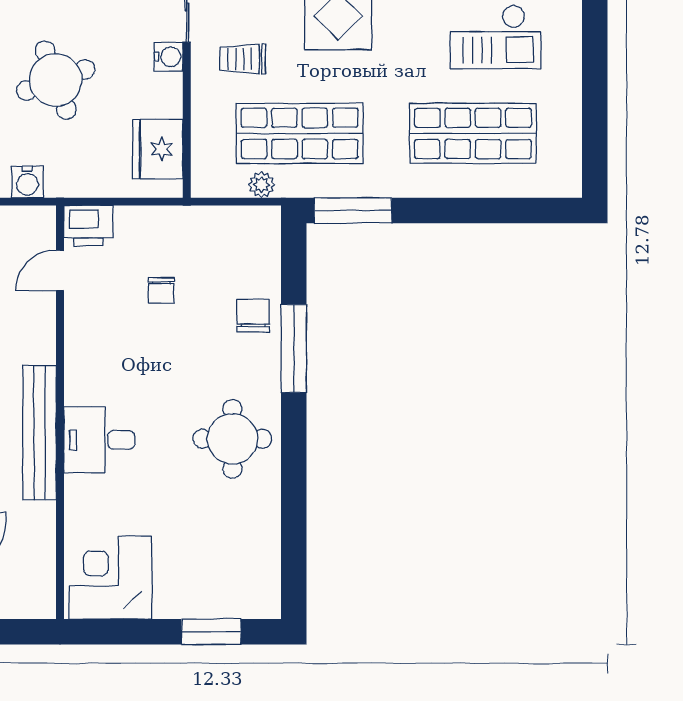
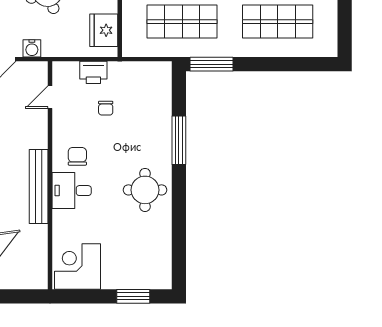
plant: (261, 185) -> (161, 50), removed
printer: (88, 226) -> (93, 72), moved
chair: (253, 316) -> (77, 156), moved

